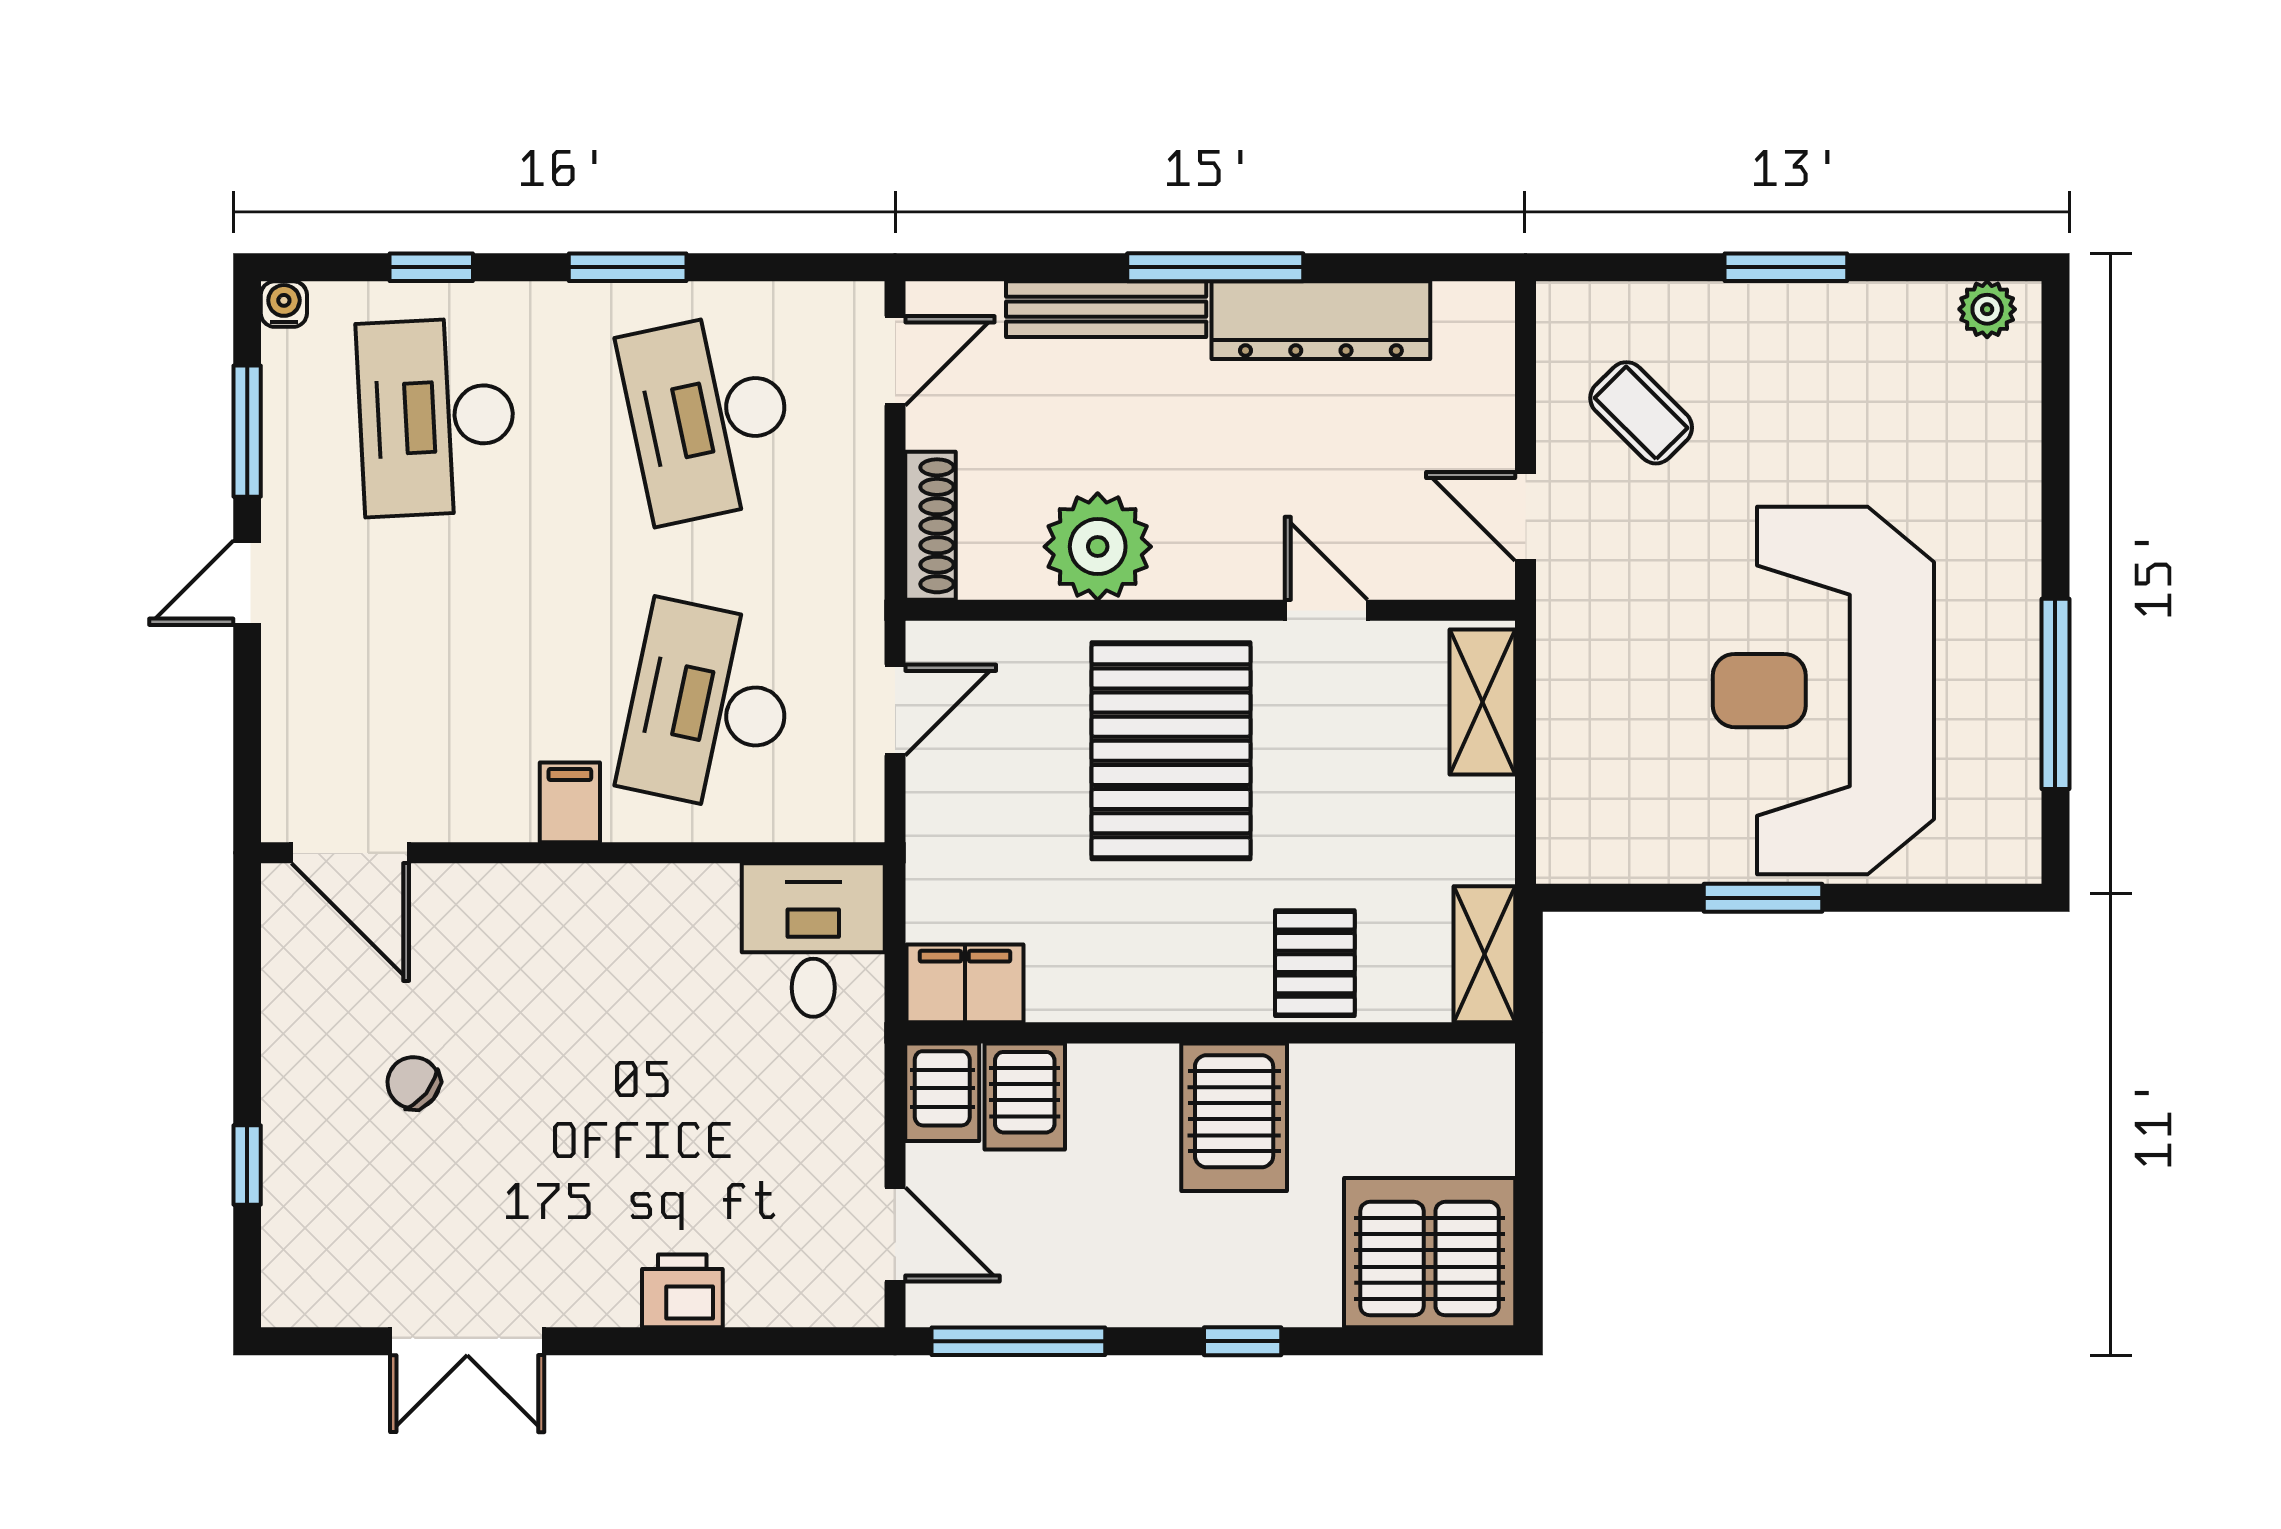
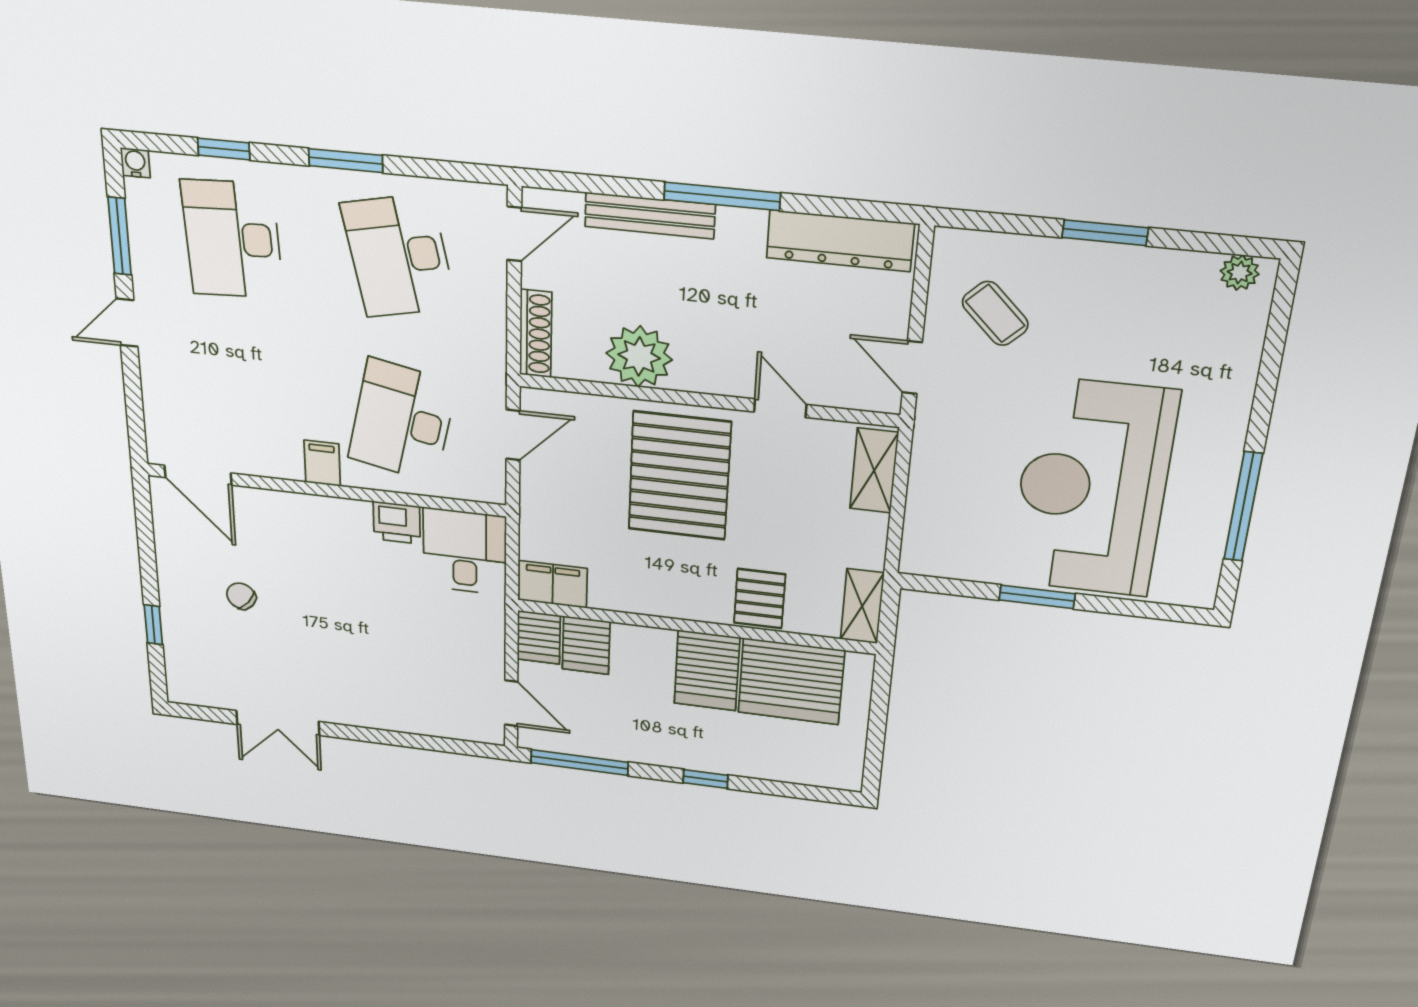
dresser: (1321, 320) -> (840, 241), moved
server rack: (1430, 1253) -> (791, 681), moved, turned 180
printer: (682, 1291) -> (397, 523), moved, turned 180

